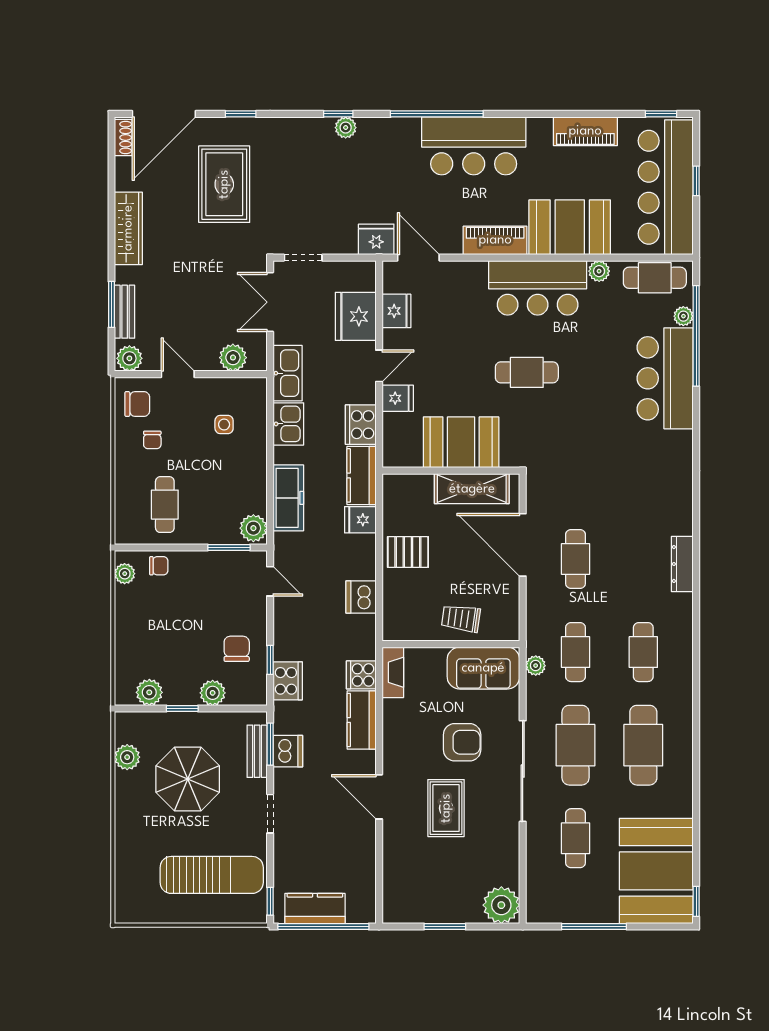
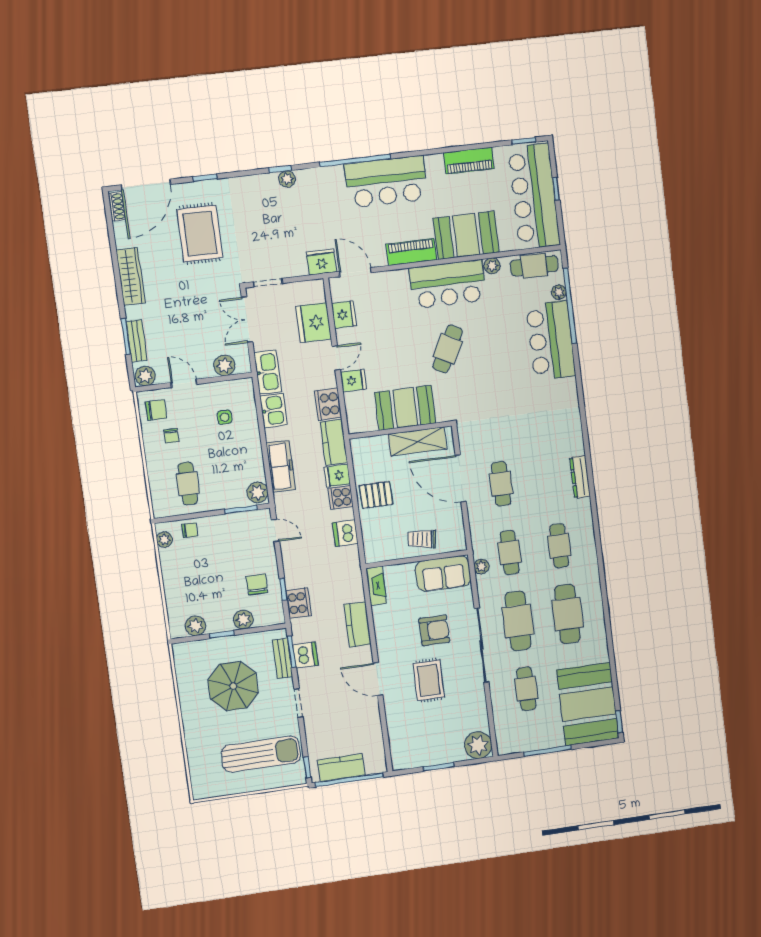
cafe table: (527, 372) -> (448, 349), turned -62
cooker: (361, 675) -> (341, 497), moved
plant: (127, 757) -> (185, 676), removed

